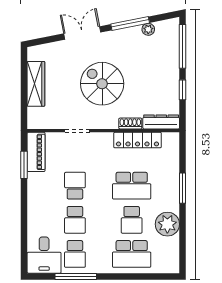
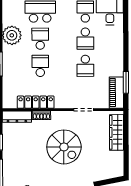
wardrobe: (36, 84) -> (117, 132), moved
school desk: (132, 186) -> (40, 66), width x0.54
school desk: (75, 220) -> (85, 39), turned 180

